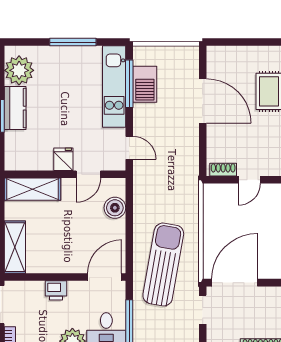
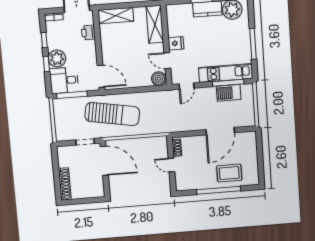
boiler: (115, 208) -> (159, 79), moved
printer: (56, 290) -> (88, 32), moved

